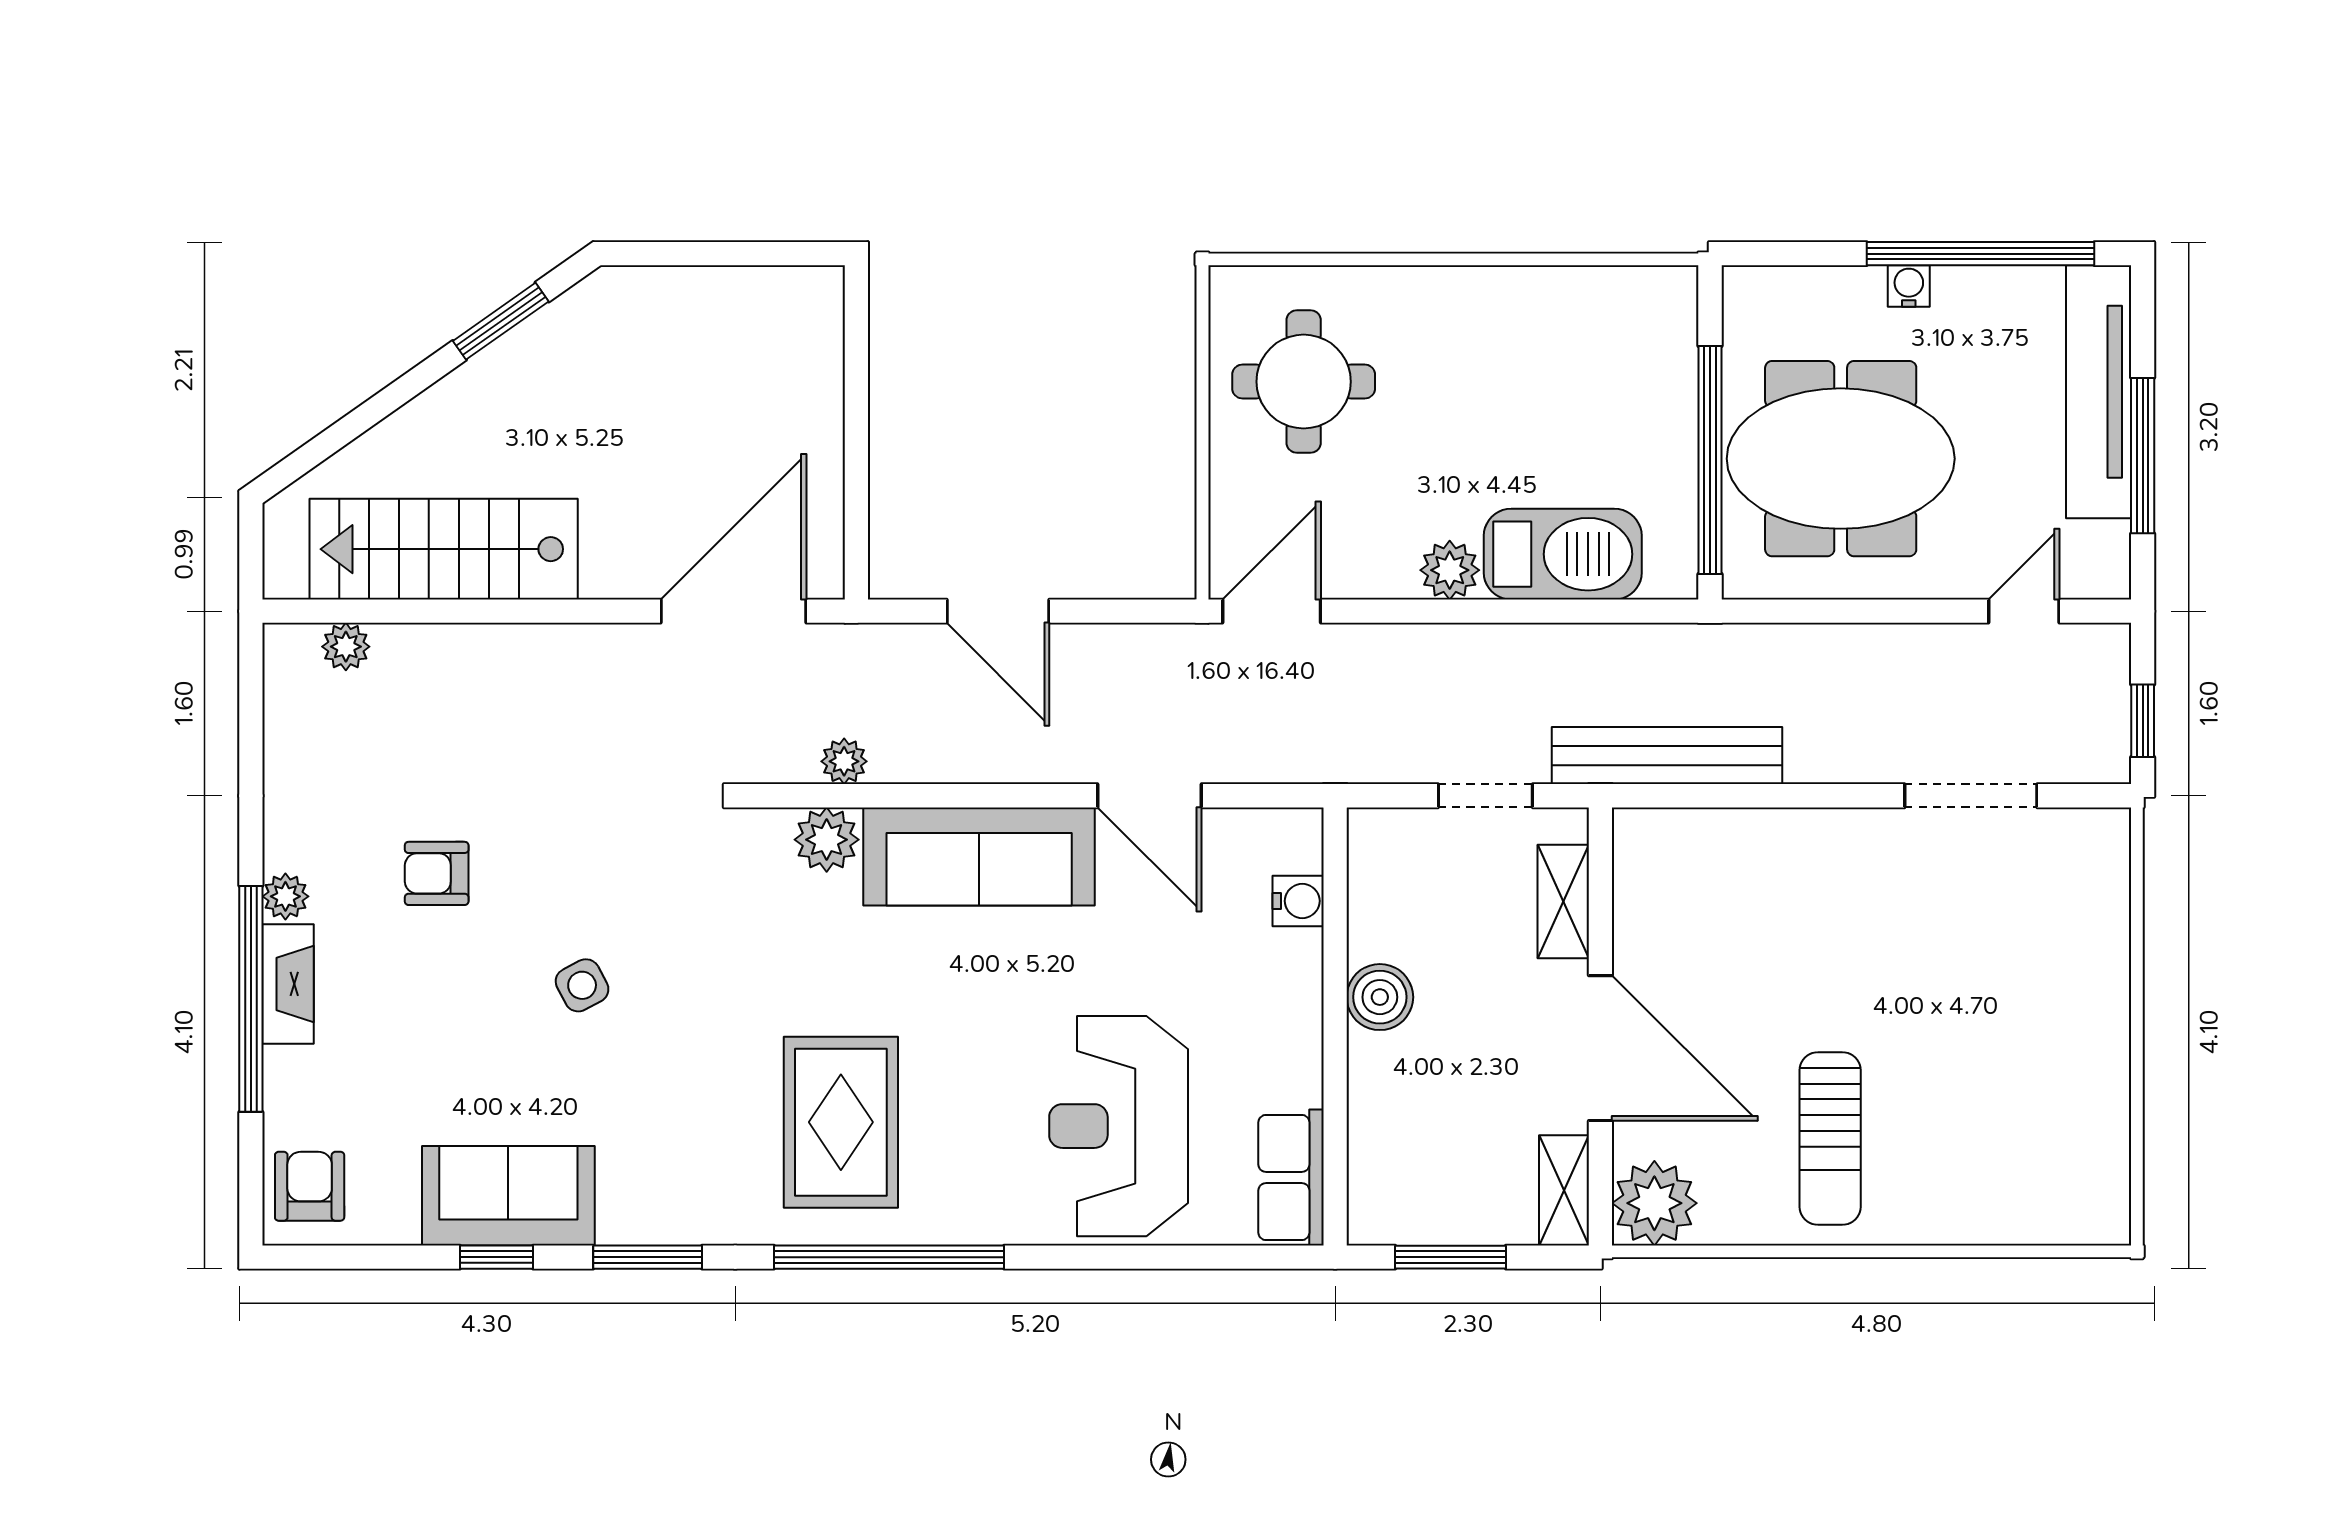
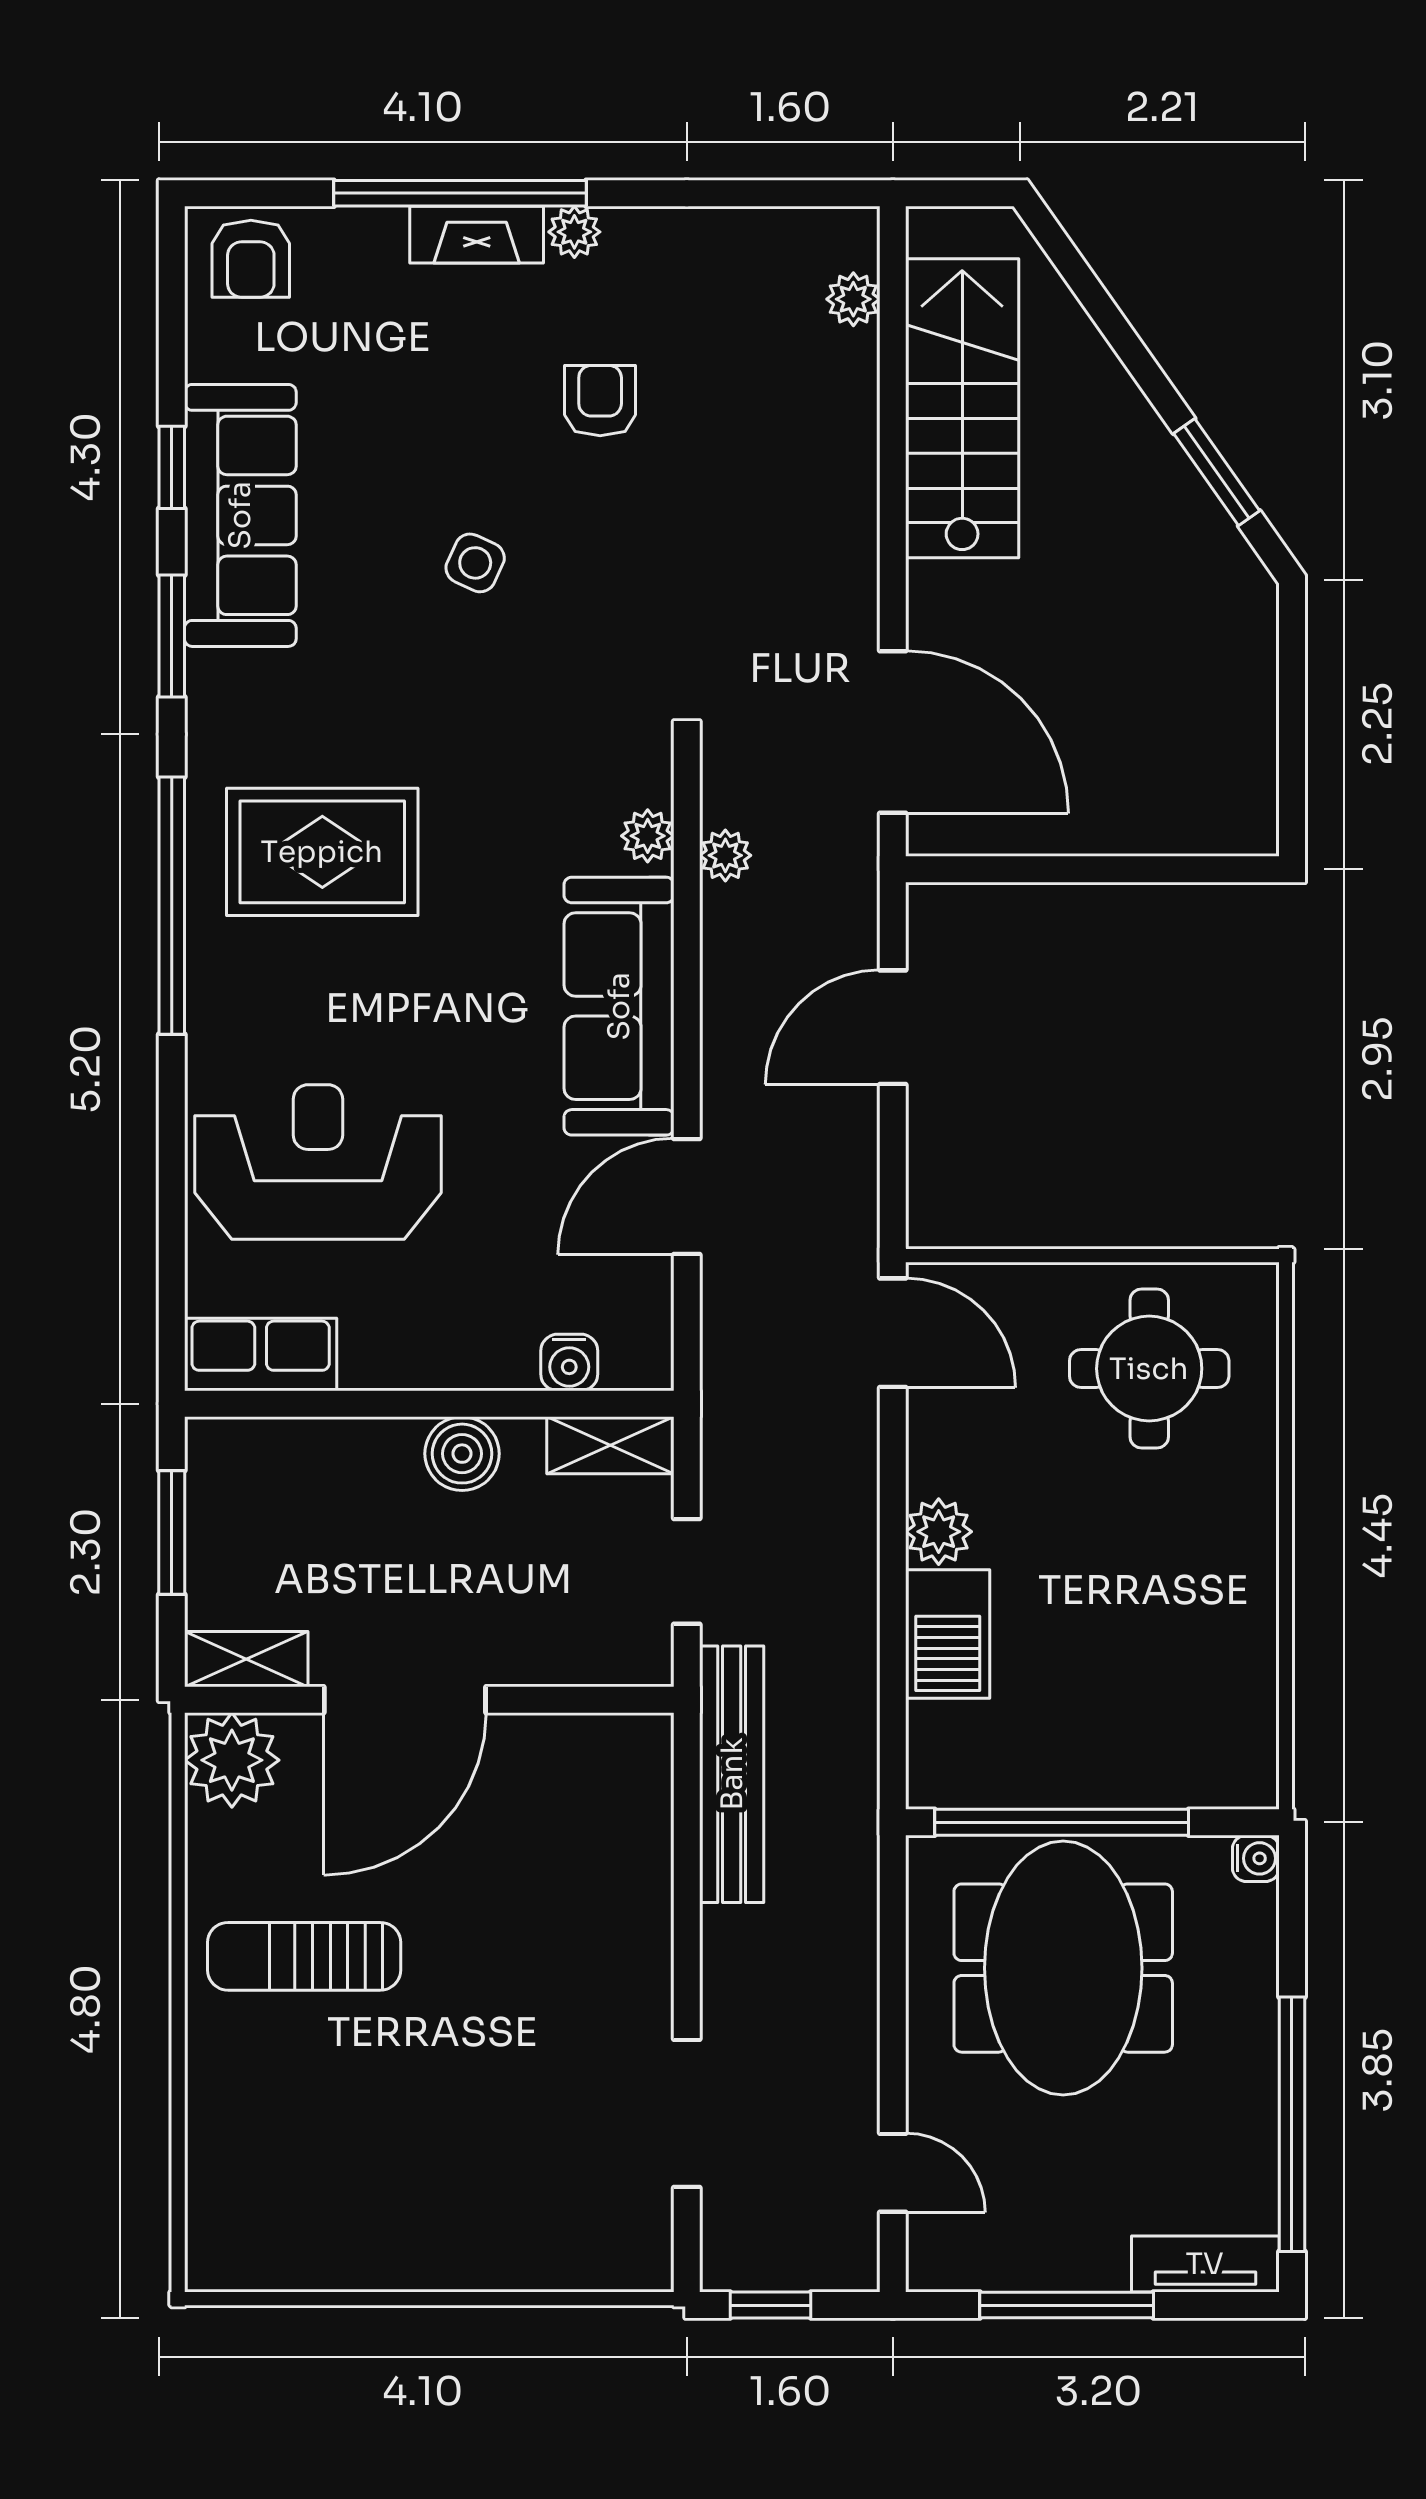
water cooler: (1909, 286) -> (1256, 1858), moved
tv unit: (2099, 392) -> (1205, 2264), width x0.52, depth x0.78
barbecue: (1563, 554) -> (948, 1634), width x0.73, depth x0.83
plant: (827, 840) -> (648, 836), width x0.73, depth x0.73
shelving: (1563, 901) -> (610, 1445), moved
side table: (582, 985) -> (475, 563), turned -37
armchair: (310, 1186) -> (251, 259), turned 90
sofa: (508, 1196) -> (240, 515), width x1.36

